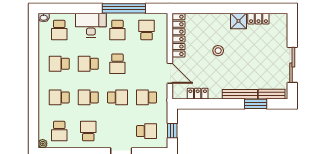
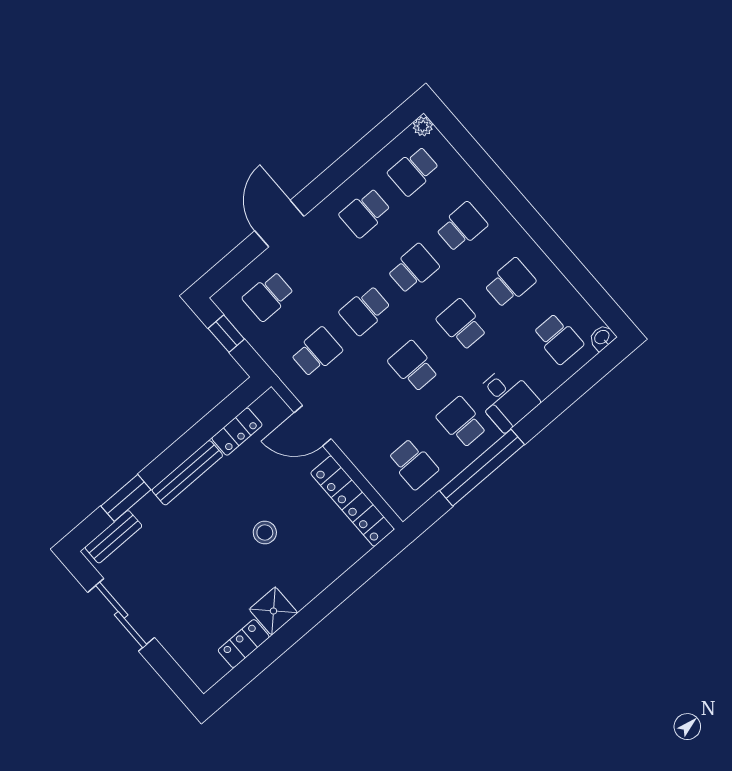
desk: (91, 25) -> (506, 398), width x0.73
school desk: (59, 30) -> (558, 339), turned 180
school desk: (88, 64) -> (462, 325), turned -90
bench: (240, 94) -> (187, 473), moved
school desk: (59, 131) -> (413, 171), turned -90
school desk: (88, 131) -> (365, 213), turned 90

